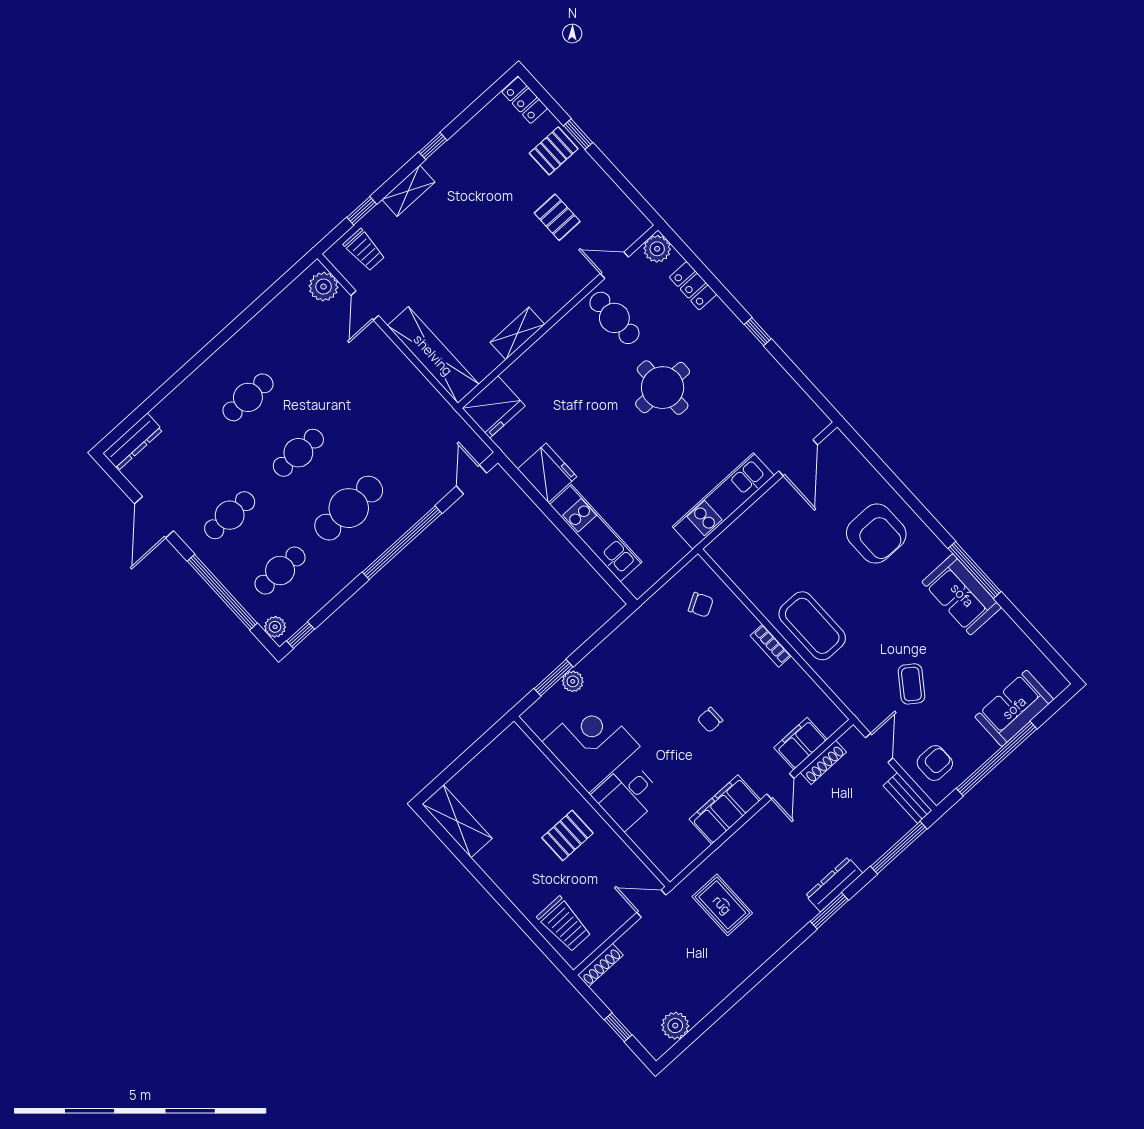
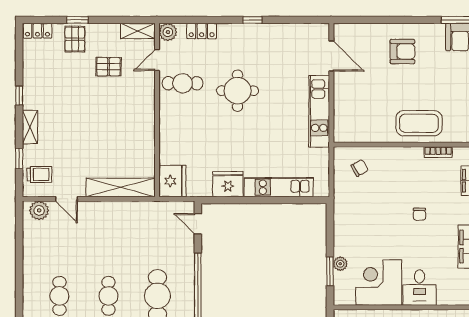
shelving: (517, 333) -> (138, 31), moved, turned 90
armchair: (876, 534) -> (402, 51), width x0.73, depth x0.73
bookcase: (771, 646) -> (438, 152), moved

